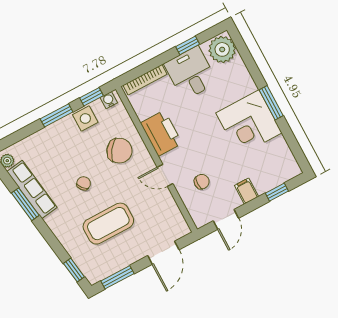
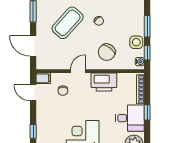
window: (188, 45) -> (147, 112), moved
filing cabinet: (247, 191) -> (43, 78), moved
coffee table: (108, 224) -> (68, 23), turned 42

